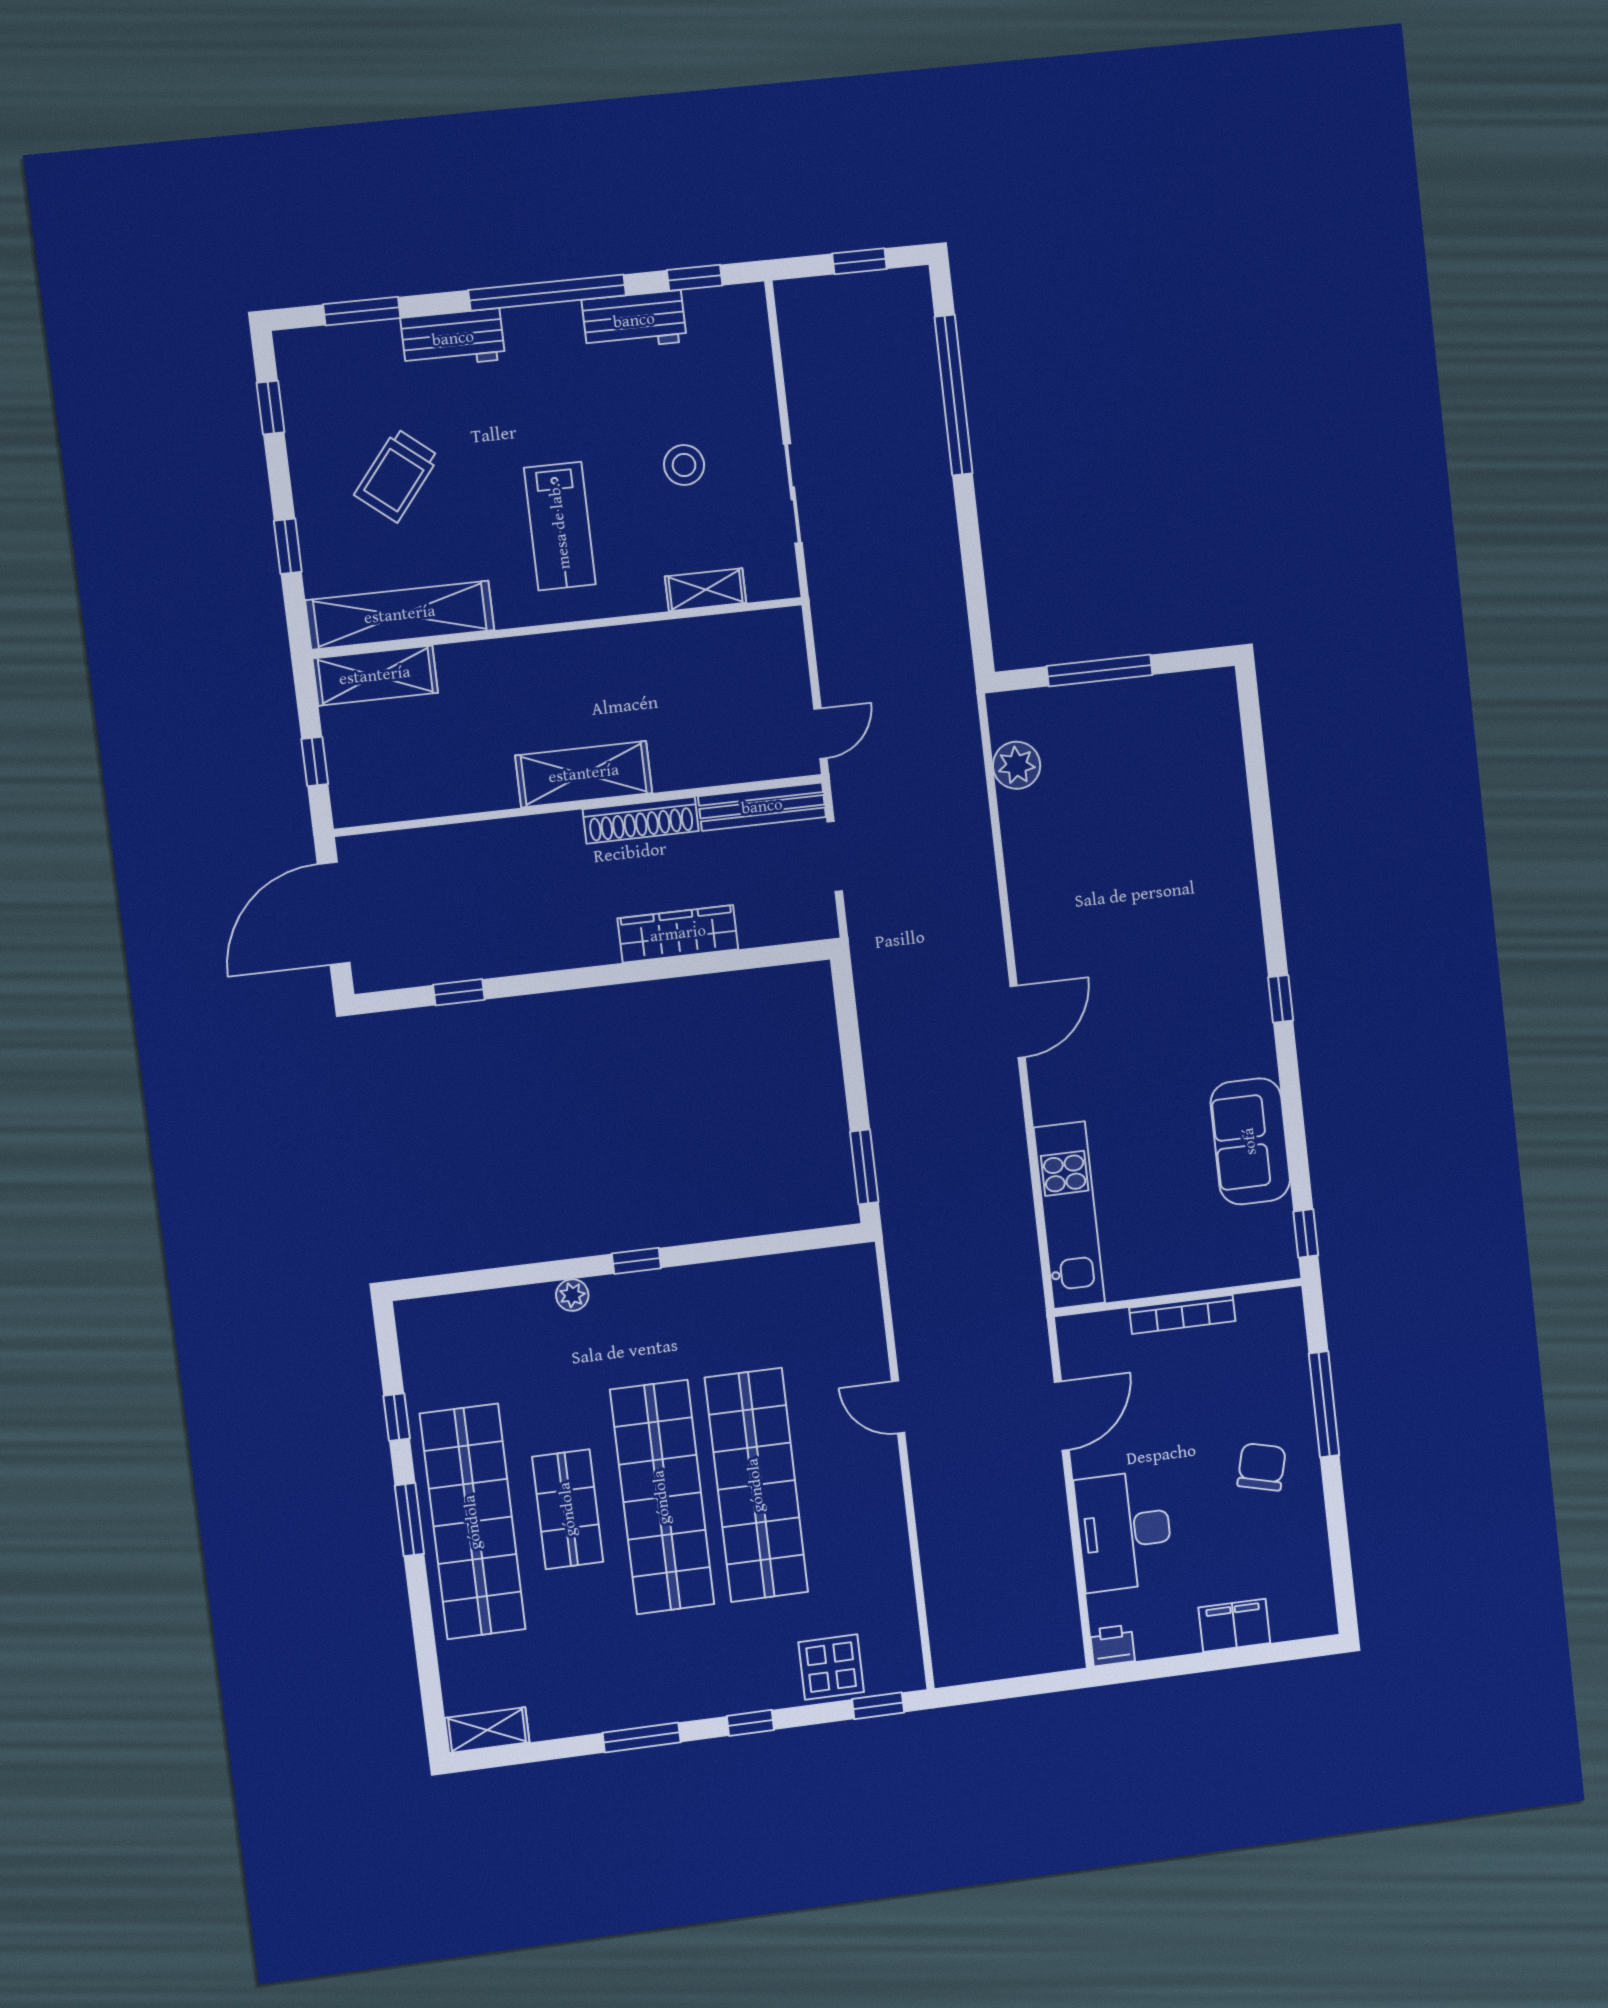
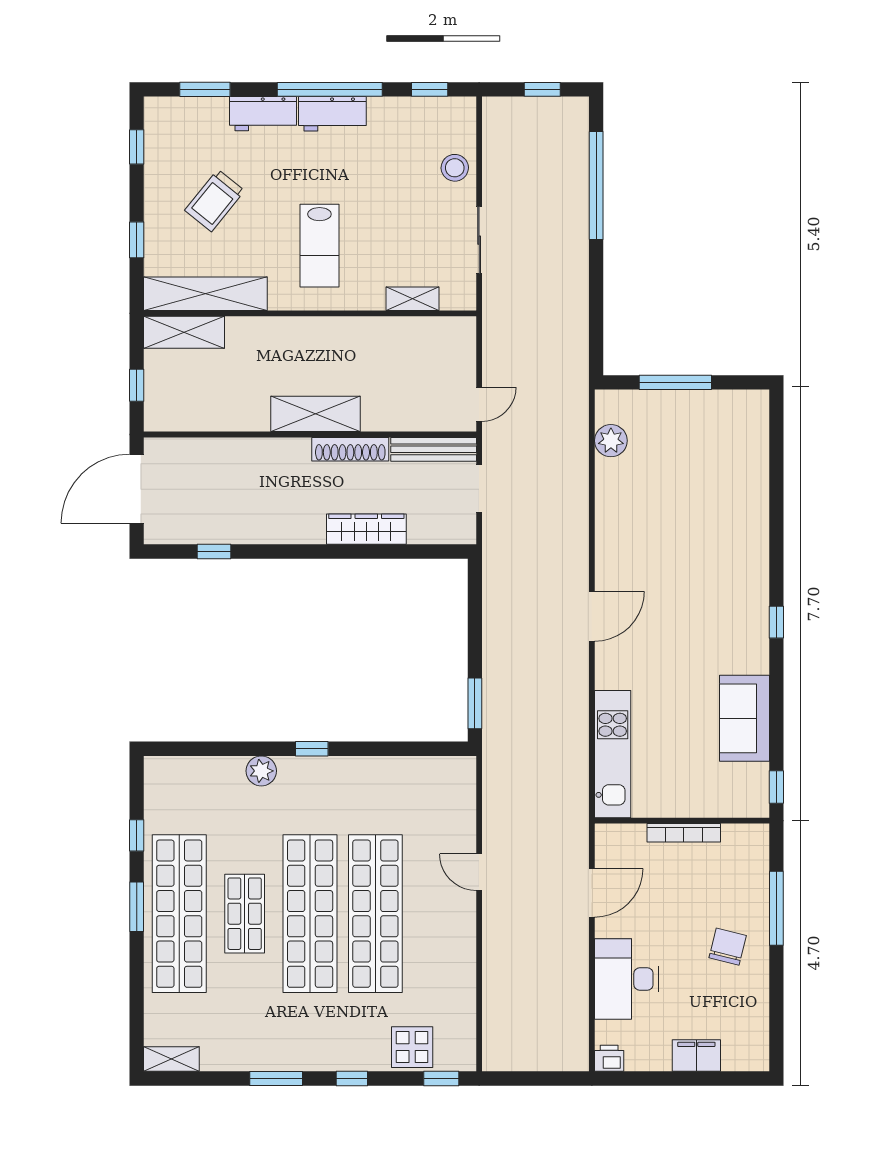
workbench: (634, 321) -> (332, 114), moved
stool: (684, 465) -> (455, 168), moved
plant: (572, 1295) -> (261, 771), width x1.38, depth x1.38

